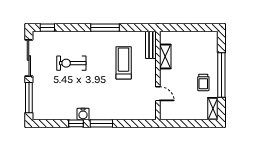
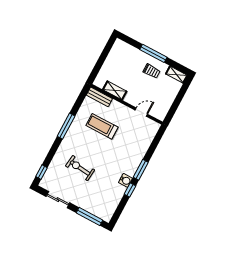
sliding door: (29, 58) -> (58, 200), width x0.73
exercise bike: (71, 63) -> (80, 168), turned 96
window: (221, 75) -> (153, 53), width x0.68

